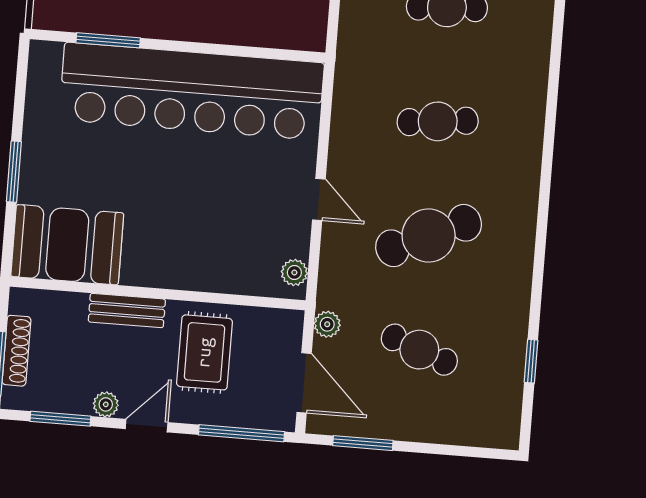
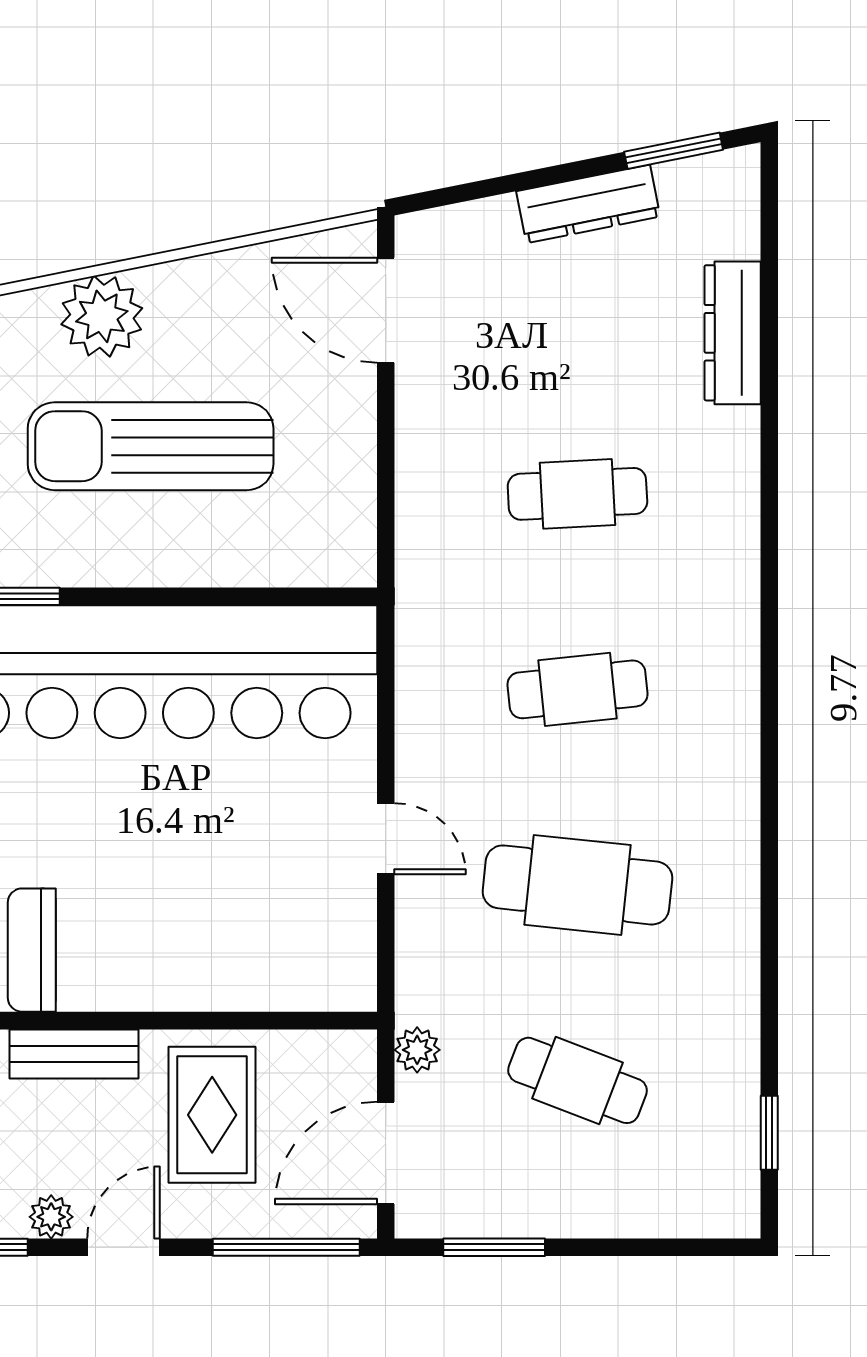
cafe table: (429, 236) -> (577, 885), turned 30
plant: (294, 273) -> (354, 966), removed
window: (531, 361) -> (769, 1133), moved
door: (304, 383) -> (386, 1153), swing flipped

